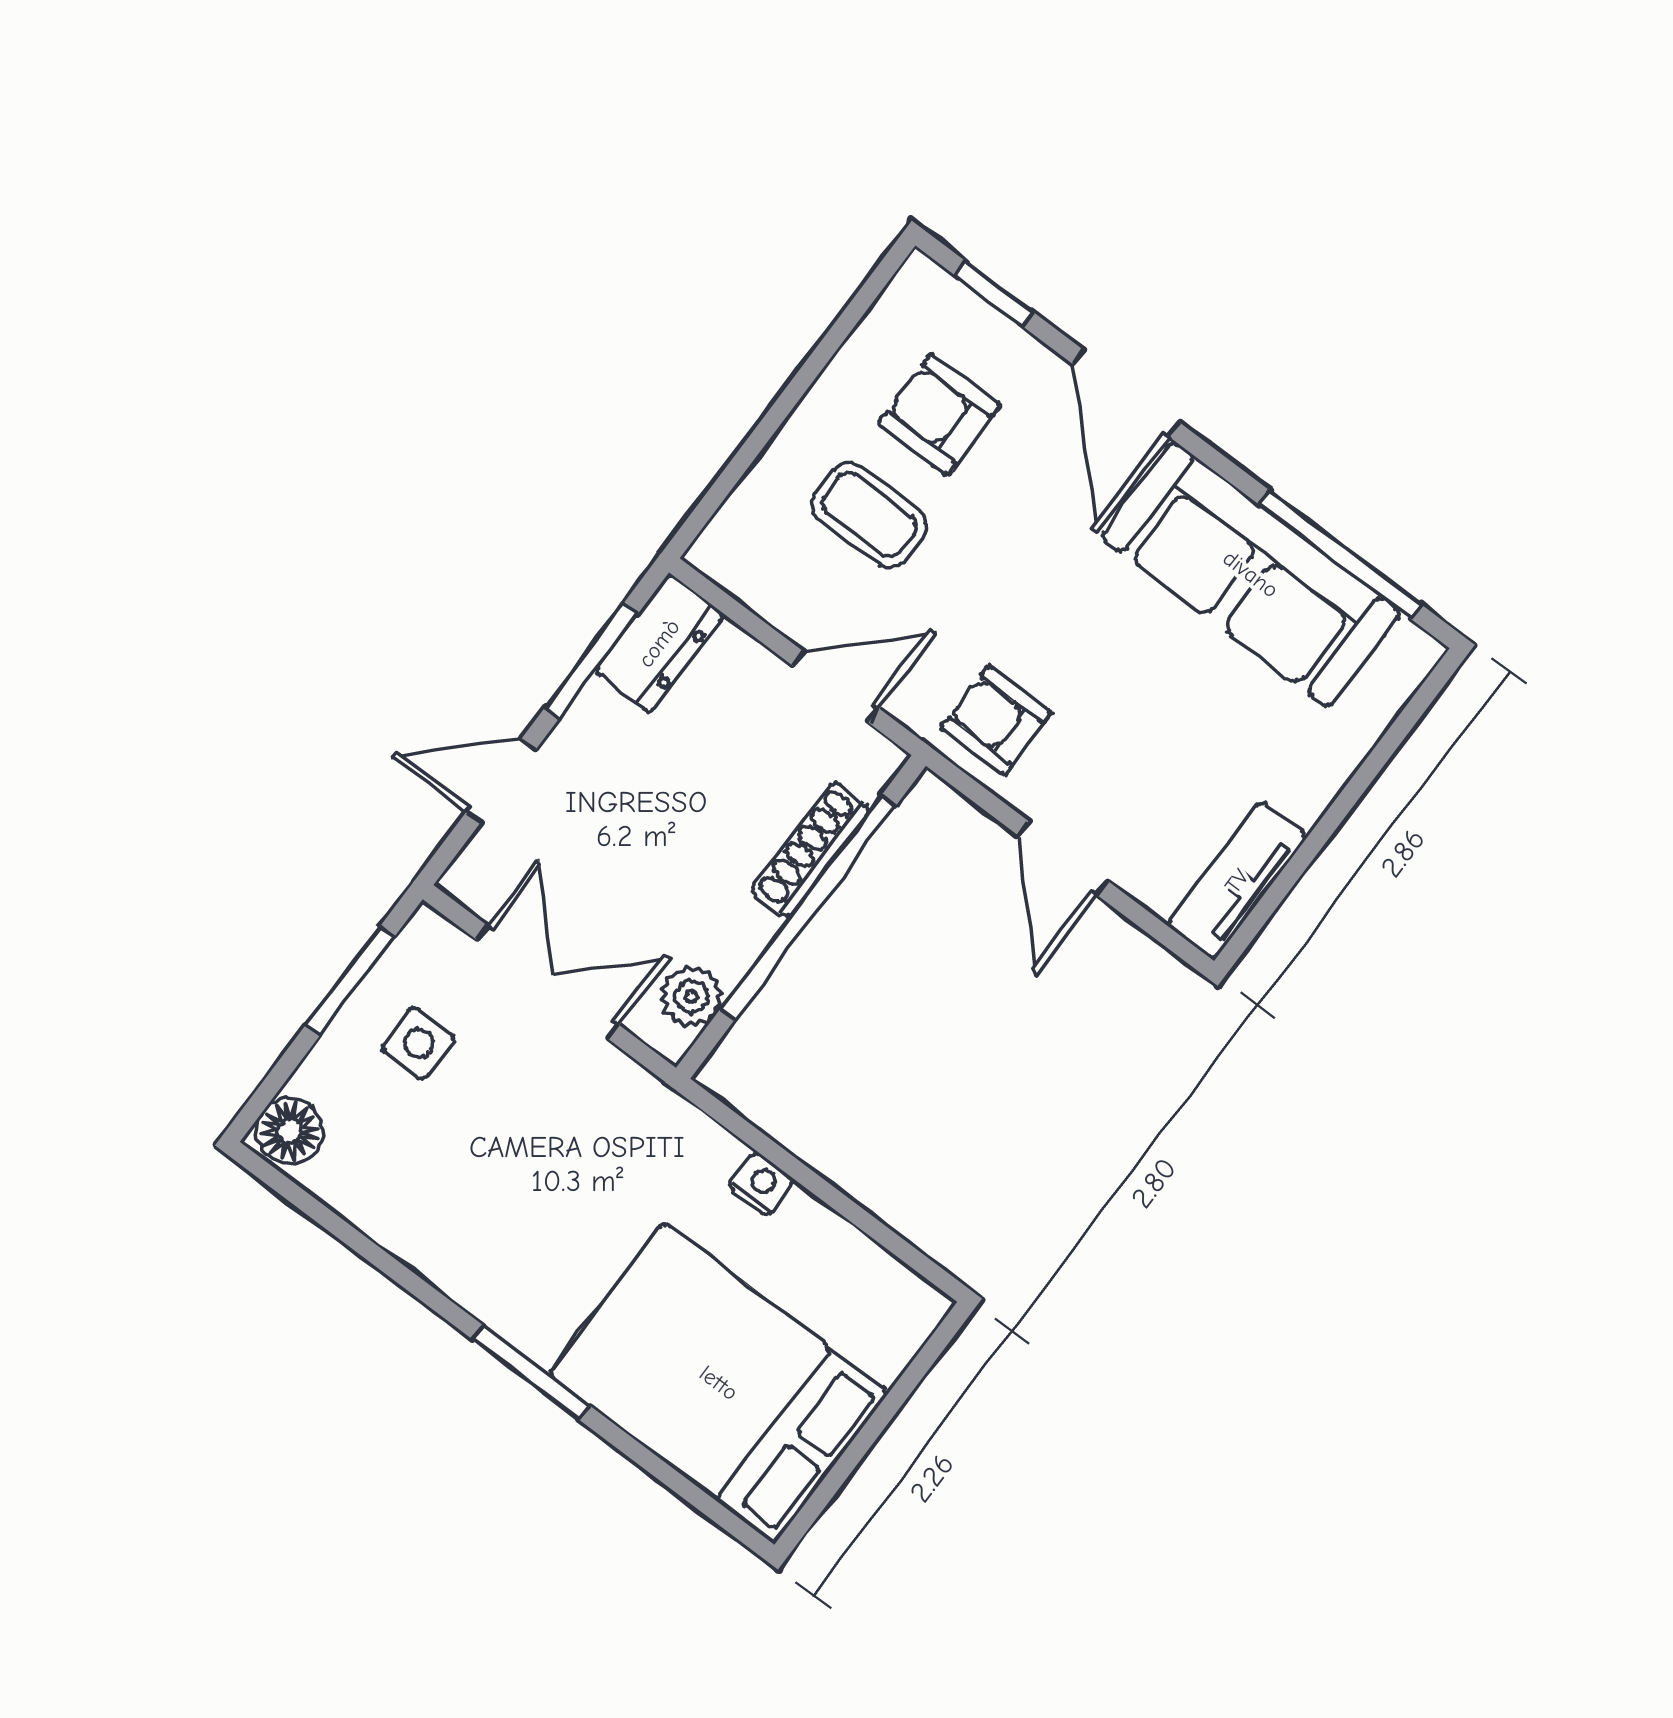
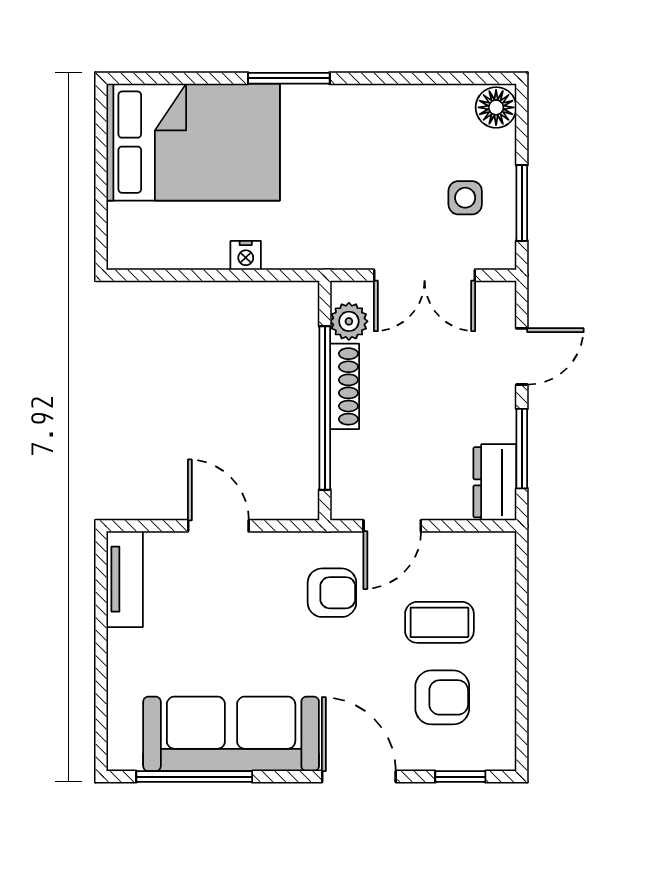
armchair: (996, 721) -> (332, 593), moved
shoe rack: (811, 850) -> (345, 386), moved

